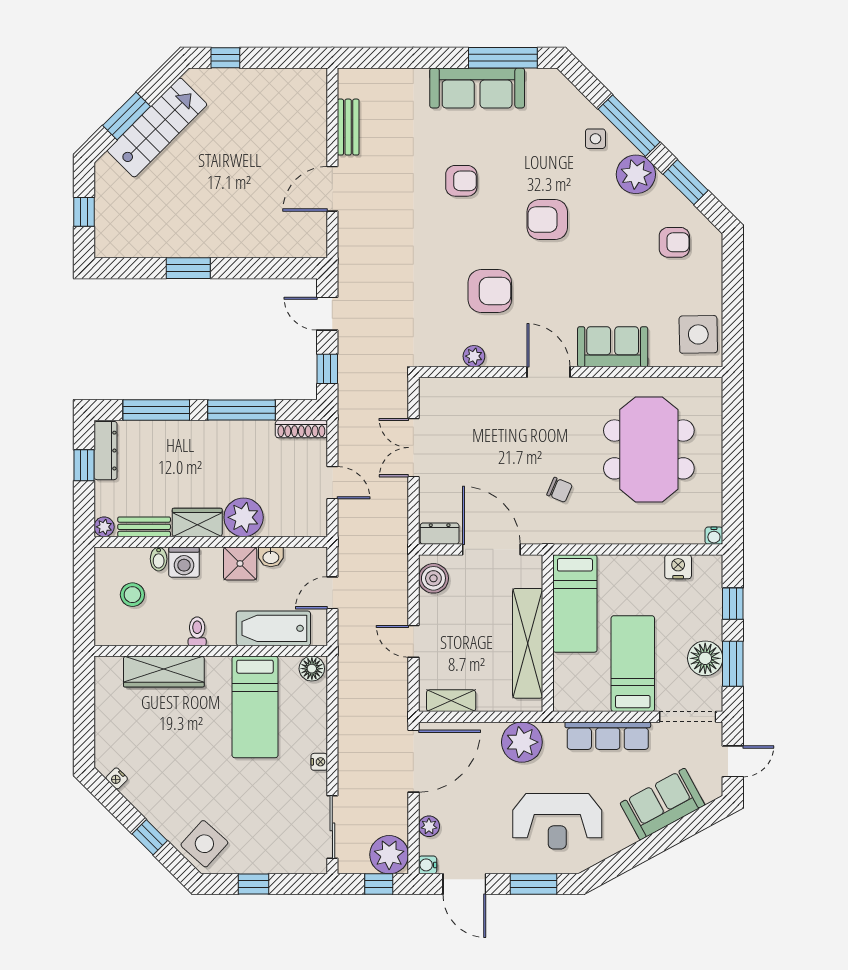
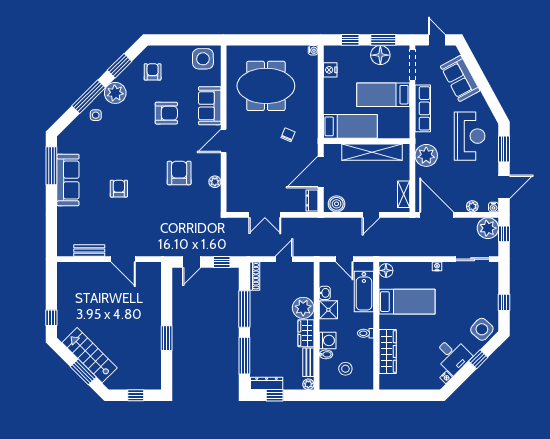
armchair: (547, 220) -> (166, 113), moved, turned -90
desk: (157, 790) -> (453, 355), added

